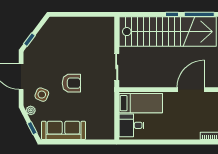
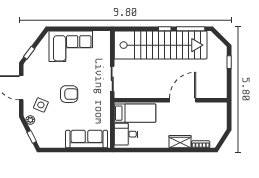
corner sofa: (73, 33) -> (71, 46), added
sofa: (63, 130) -> (87, 139), moved
wardrobe: (188, 133) -> (180, 142), added

